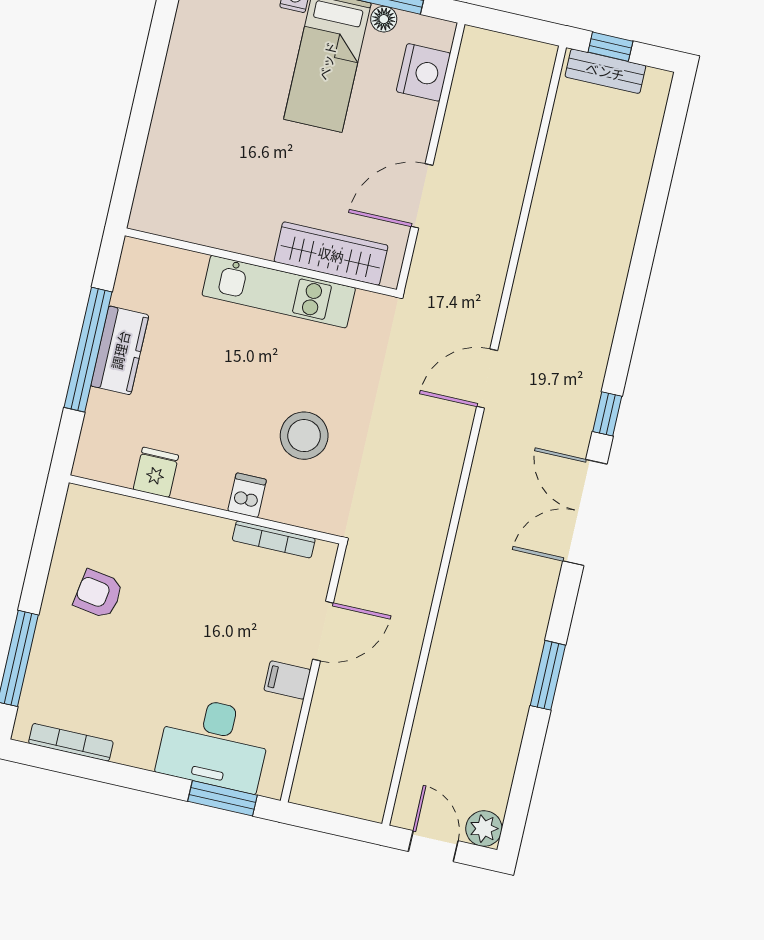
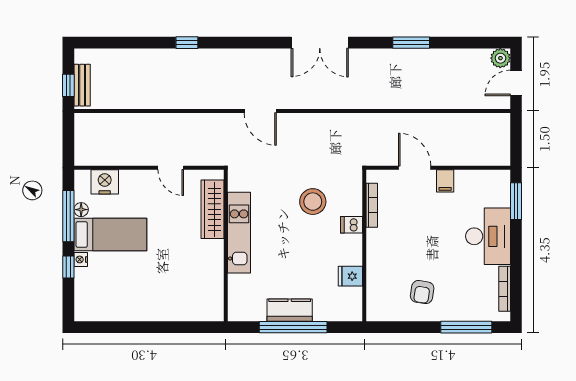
door: (422, 196) -> (171, 168), width x0.73
window: (607, 414) -> (187, 43), moved
desk: (214, 744) -> (488, 236), moved

